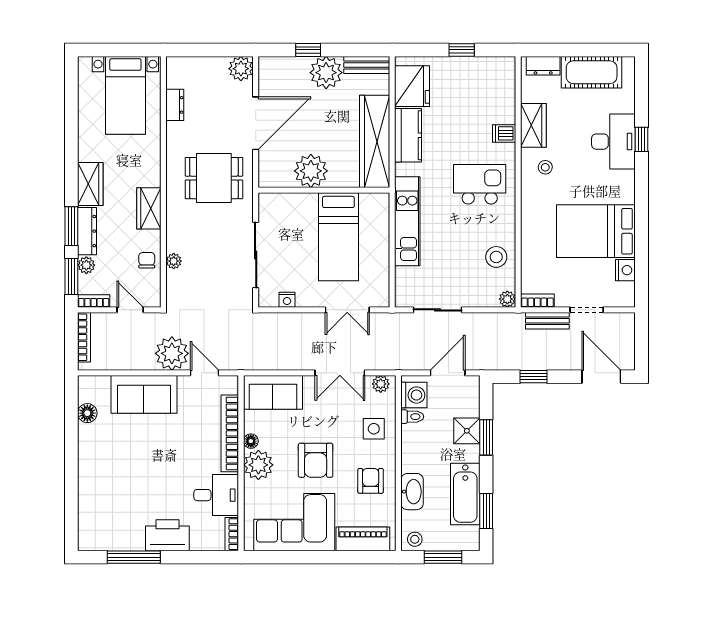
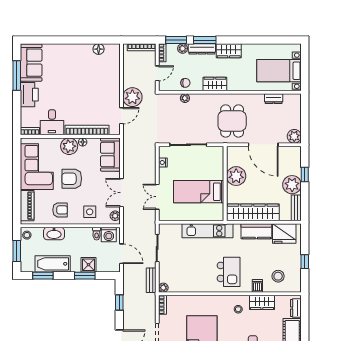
stool: (496, 257) -> (278, 276), moved
bench: (547, 321) -> (151, 280), moved
sofa: (144, 394) -> (31, 63), moved, turned 180

